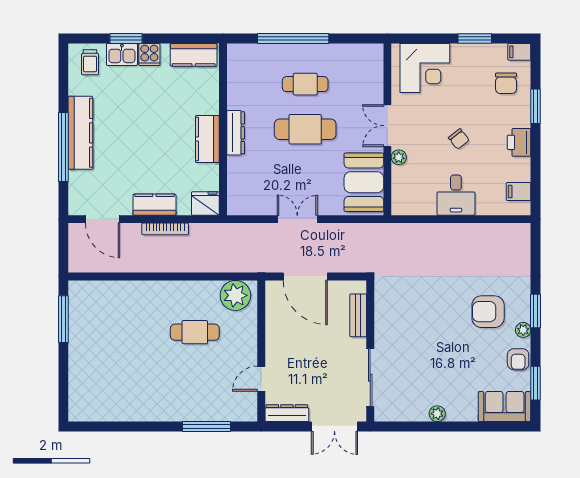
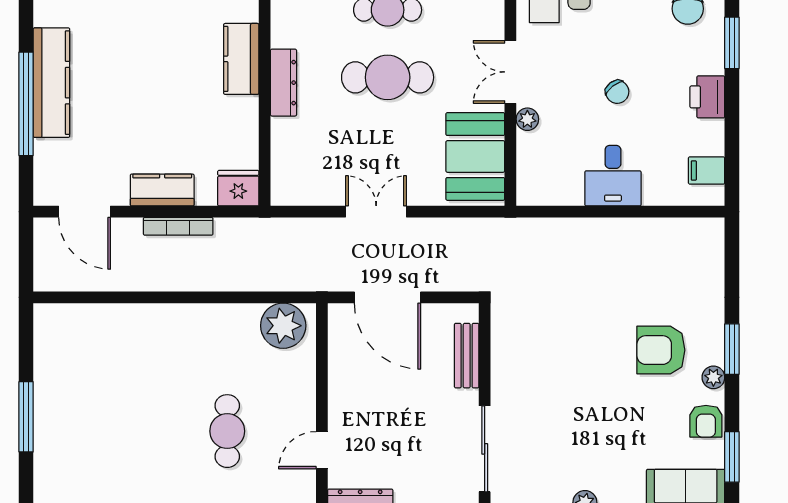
kitchen counter: (207, 139) -> (241, 59), moved
window: (63, 319) -> (26, 417), moved
cafe table: (195, 332) -> (227, 431), moved, turned 90

